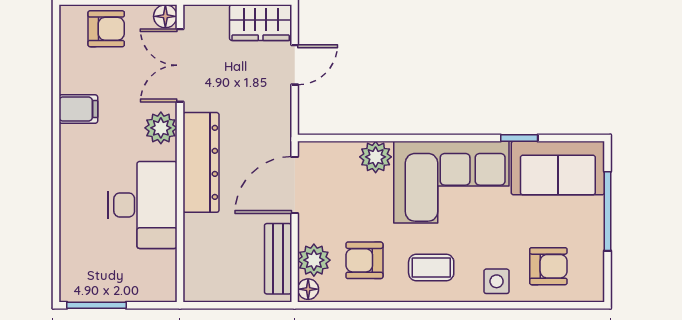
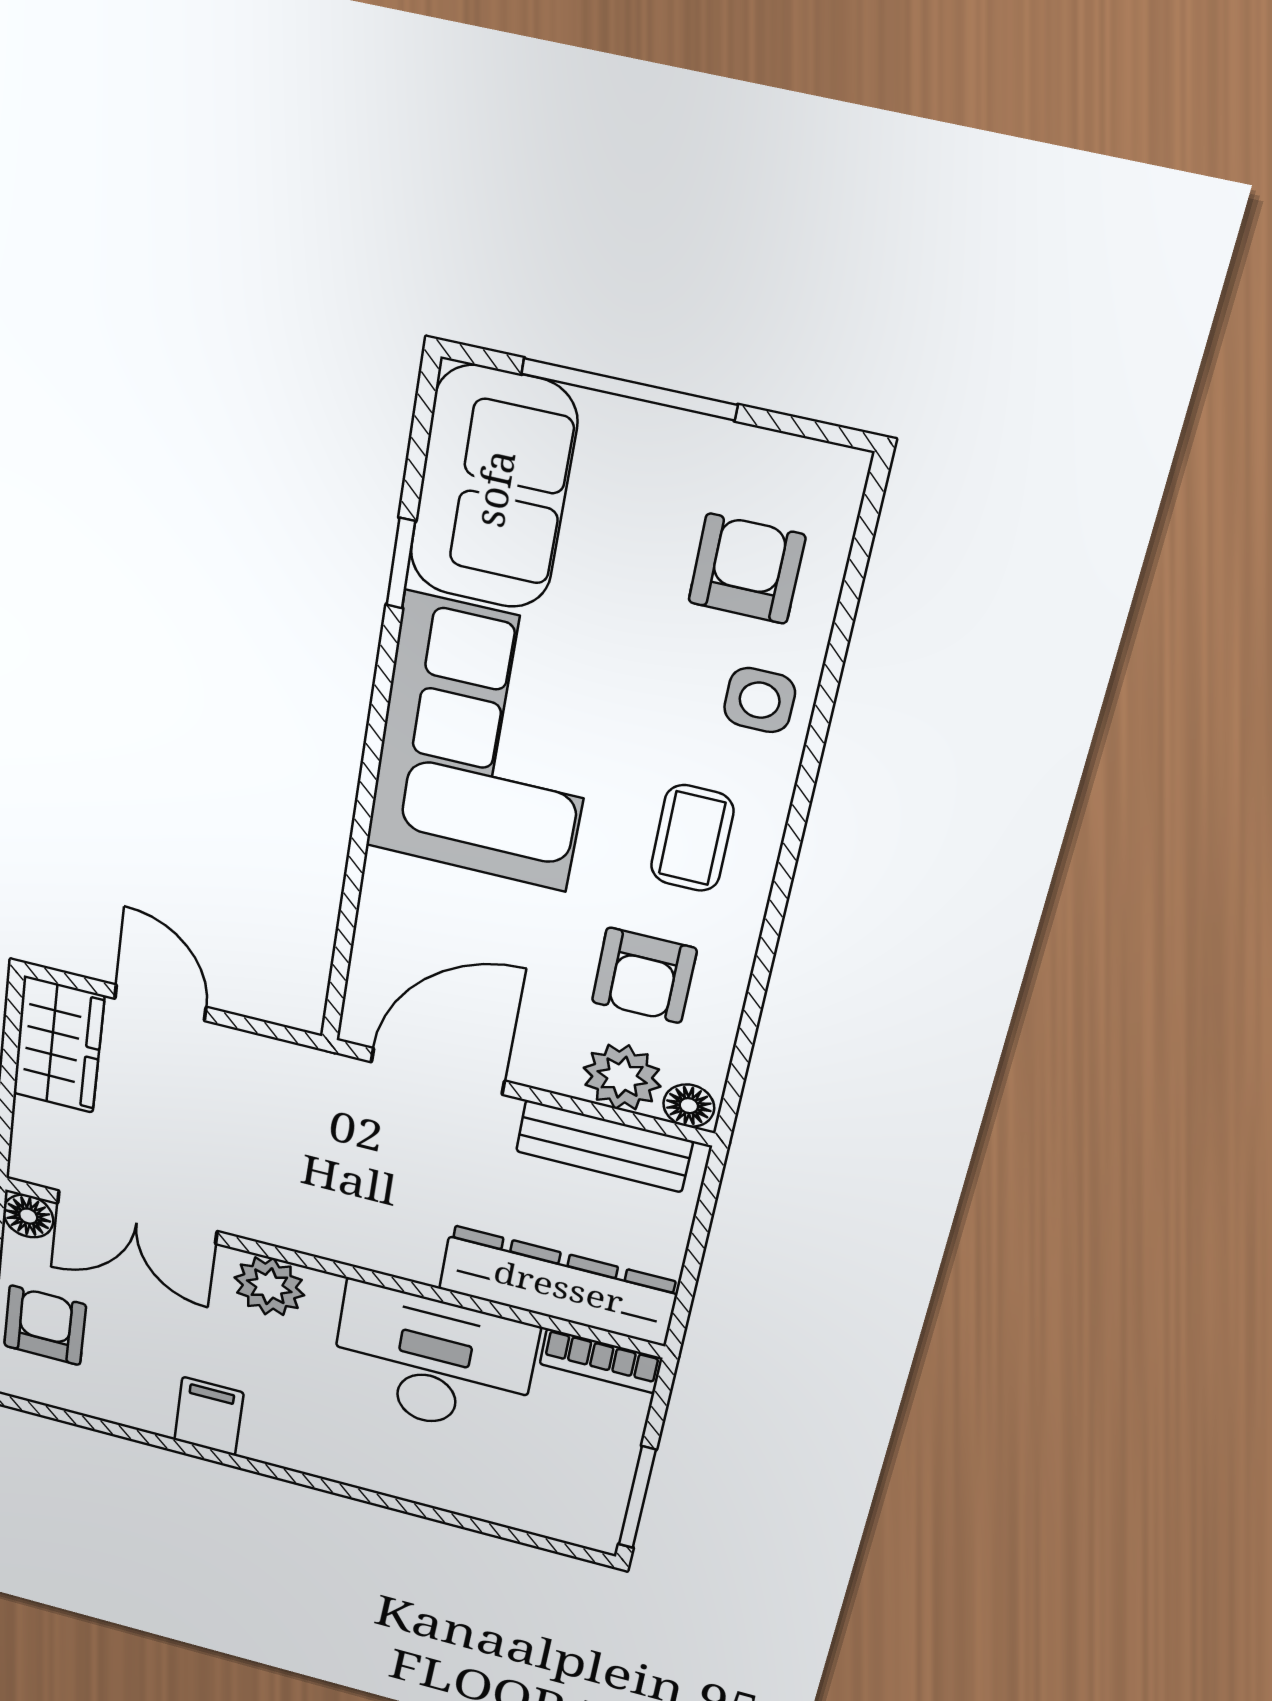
plant: (376, 157) -> (398, 892), removed
dresser: (201, 162) -> (559, 1286), moved
door: (295, 185) -> (438, 1071), swing flipped
bookcase: (167, 277) -> (601, 1361), added

